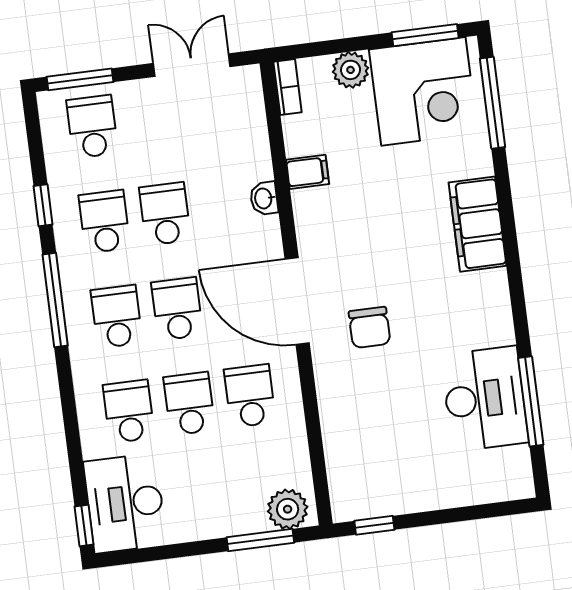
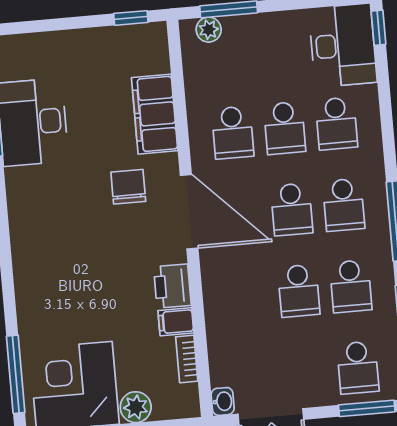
bookcase: (288, 87) -> (187, 359), moved
washbasin: (264, 198) -> (223, 401), moved
printer: (313, 213) -> (172, 286), added
filing cabinet: (478, 224) -> (155, 114), moved, turned 180
plant: (288, 509) -> (209, 30), width x0.73, depth x0.73

